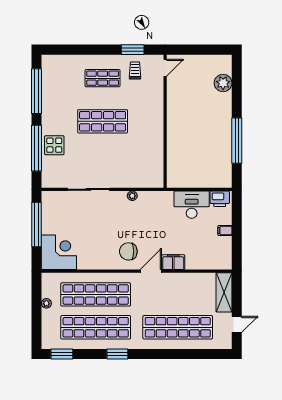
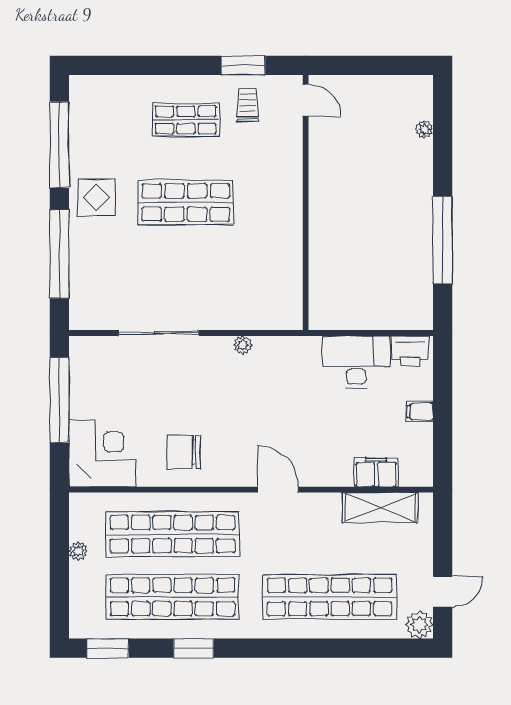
door: (165, 68) -> (306, 100), hinge flipped
plant: (223, 83) -> (424, 129), width x0.53, depth x0.53
display table: (54, 145) -> (96, 198), moved
chair: (128, 251) -> (184, 452), moved
filing cabinet: (173, 262) -> (376, 472), moved
door: (151, 271) -> (278, 490), hinge flipped
shelving: (224, 292) -> (380, 508), moved, turned 90
plant: (225, 342) -> (419, 625), added
window: (117, 354) -> (194, 648), moved

